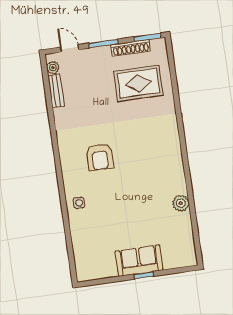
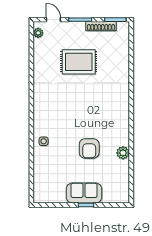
rug: (138, 83) -> (79, 62), moved
bench: (56, 91) -> (38, 51), removed
armchair: (100, 157) -> (89, 148), moved

